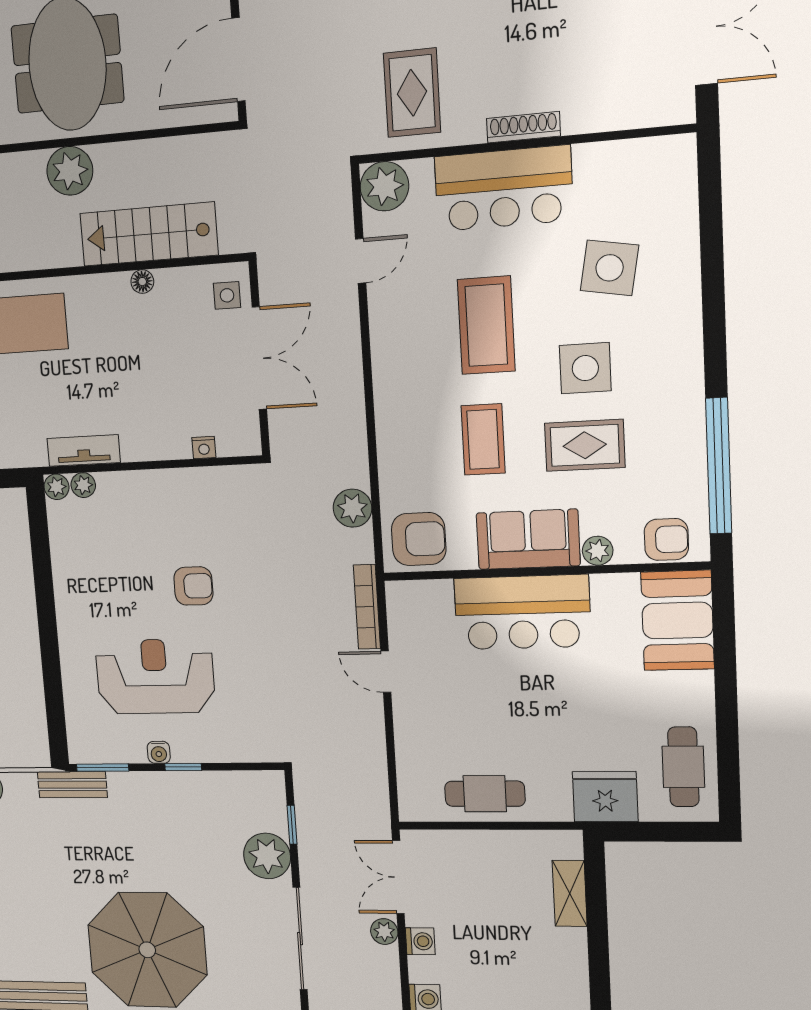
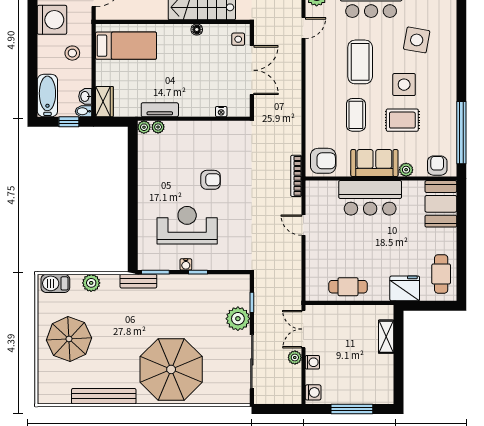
plant: (353, 508) -> (292, 145), removed
armchair: (666, 539) -> (437, 166), turned -90
bookcase: (367, 607) -> (296, 176), moved

